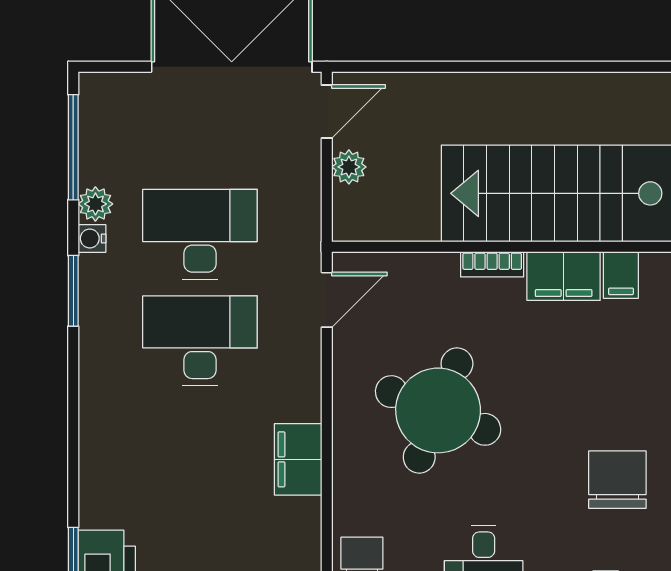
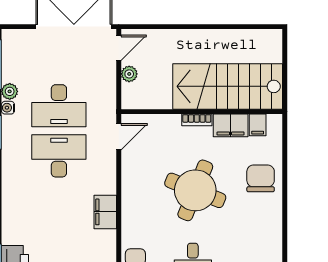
desk: (200, 234) -> (59, 106), turned 180
round table: (438, 410) -> (195, 190), moved
chair: (617, 480) -> (261, 178), moved

